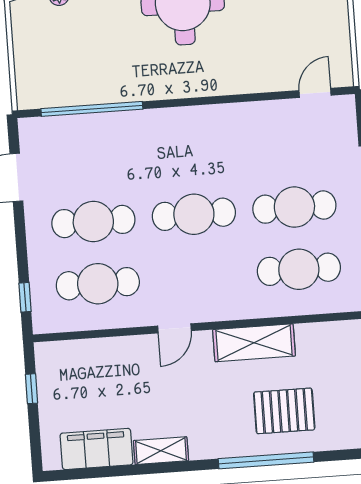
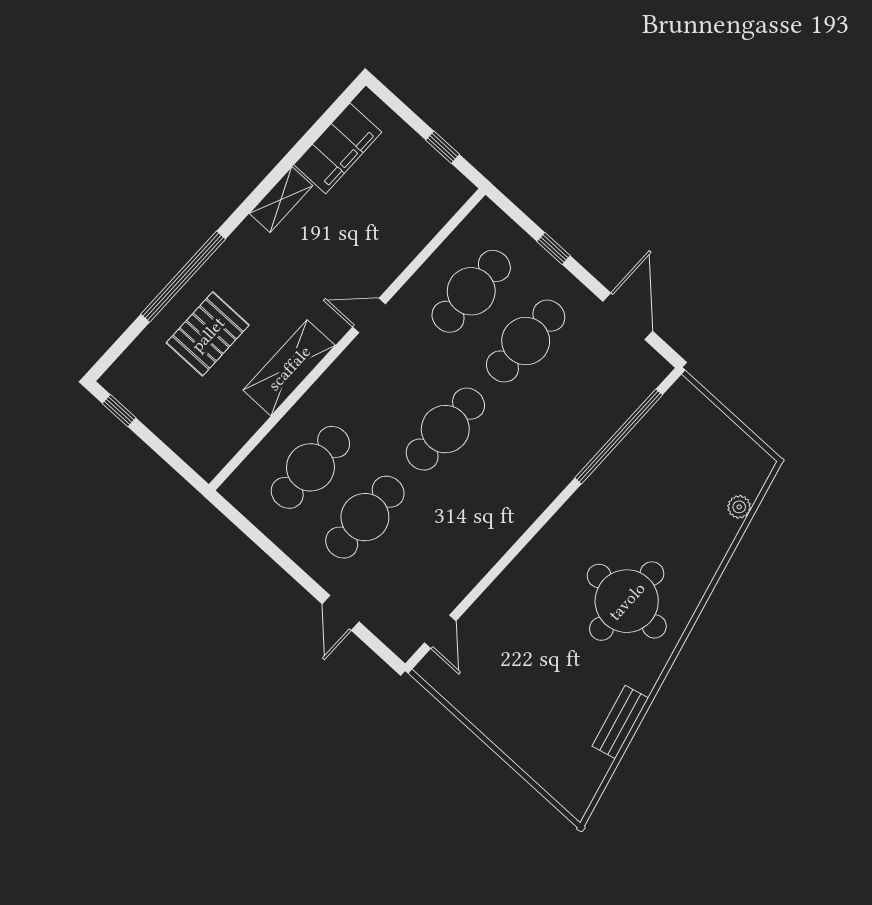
window: (25, 297) -> (553, 248), moved
door: (174, 328) -> (369, 315), hinge flipped

